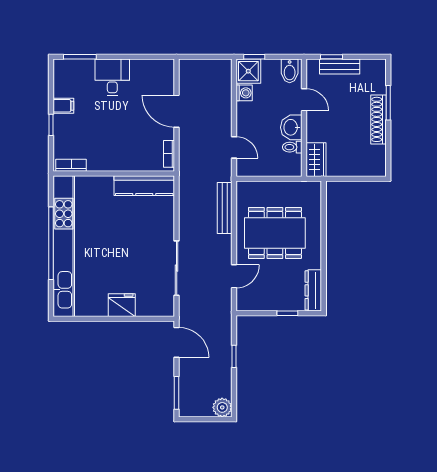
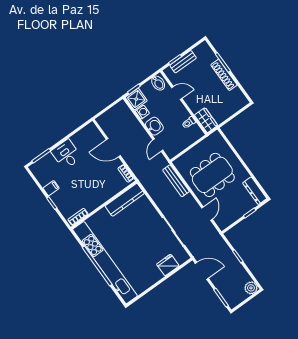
washbasin: (291, 127) -> (154, 126), moved, turned 180
door: (234, 147) -> (158, 145), swing flipped
fridge: (122, 305) -> (168, 265), moved

